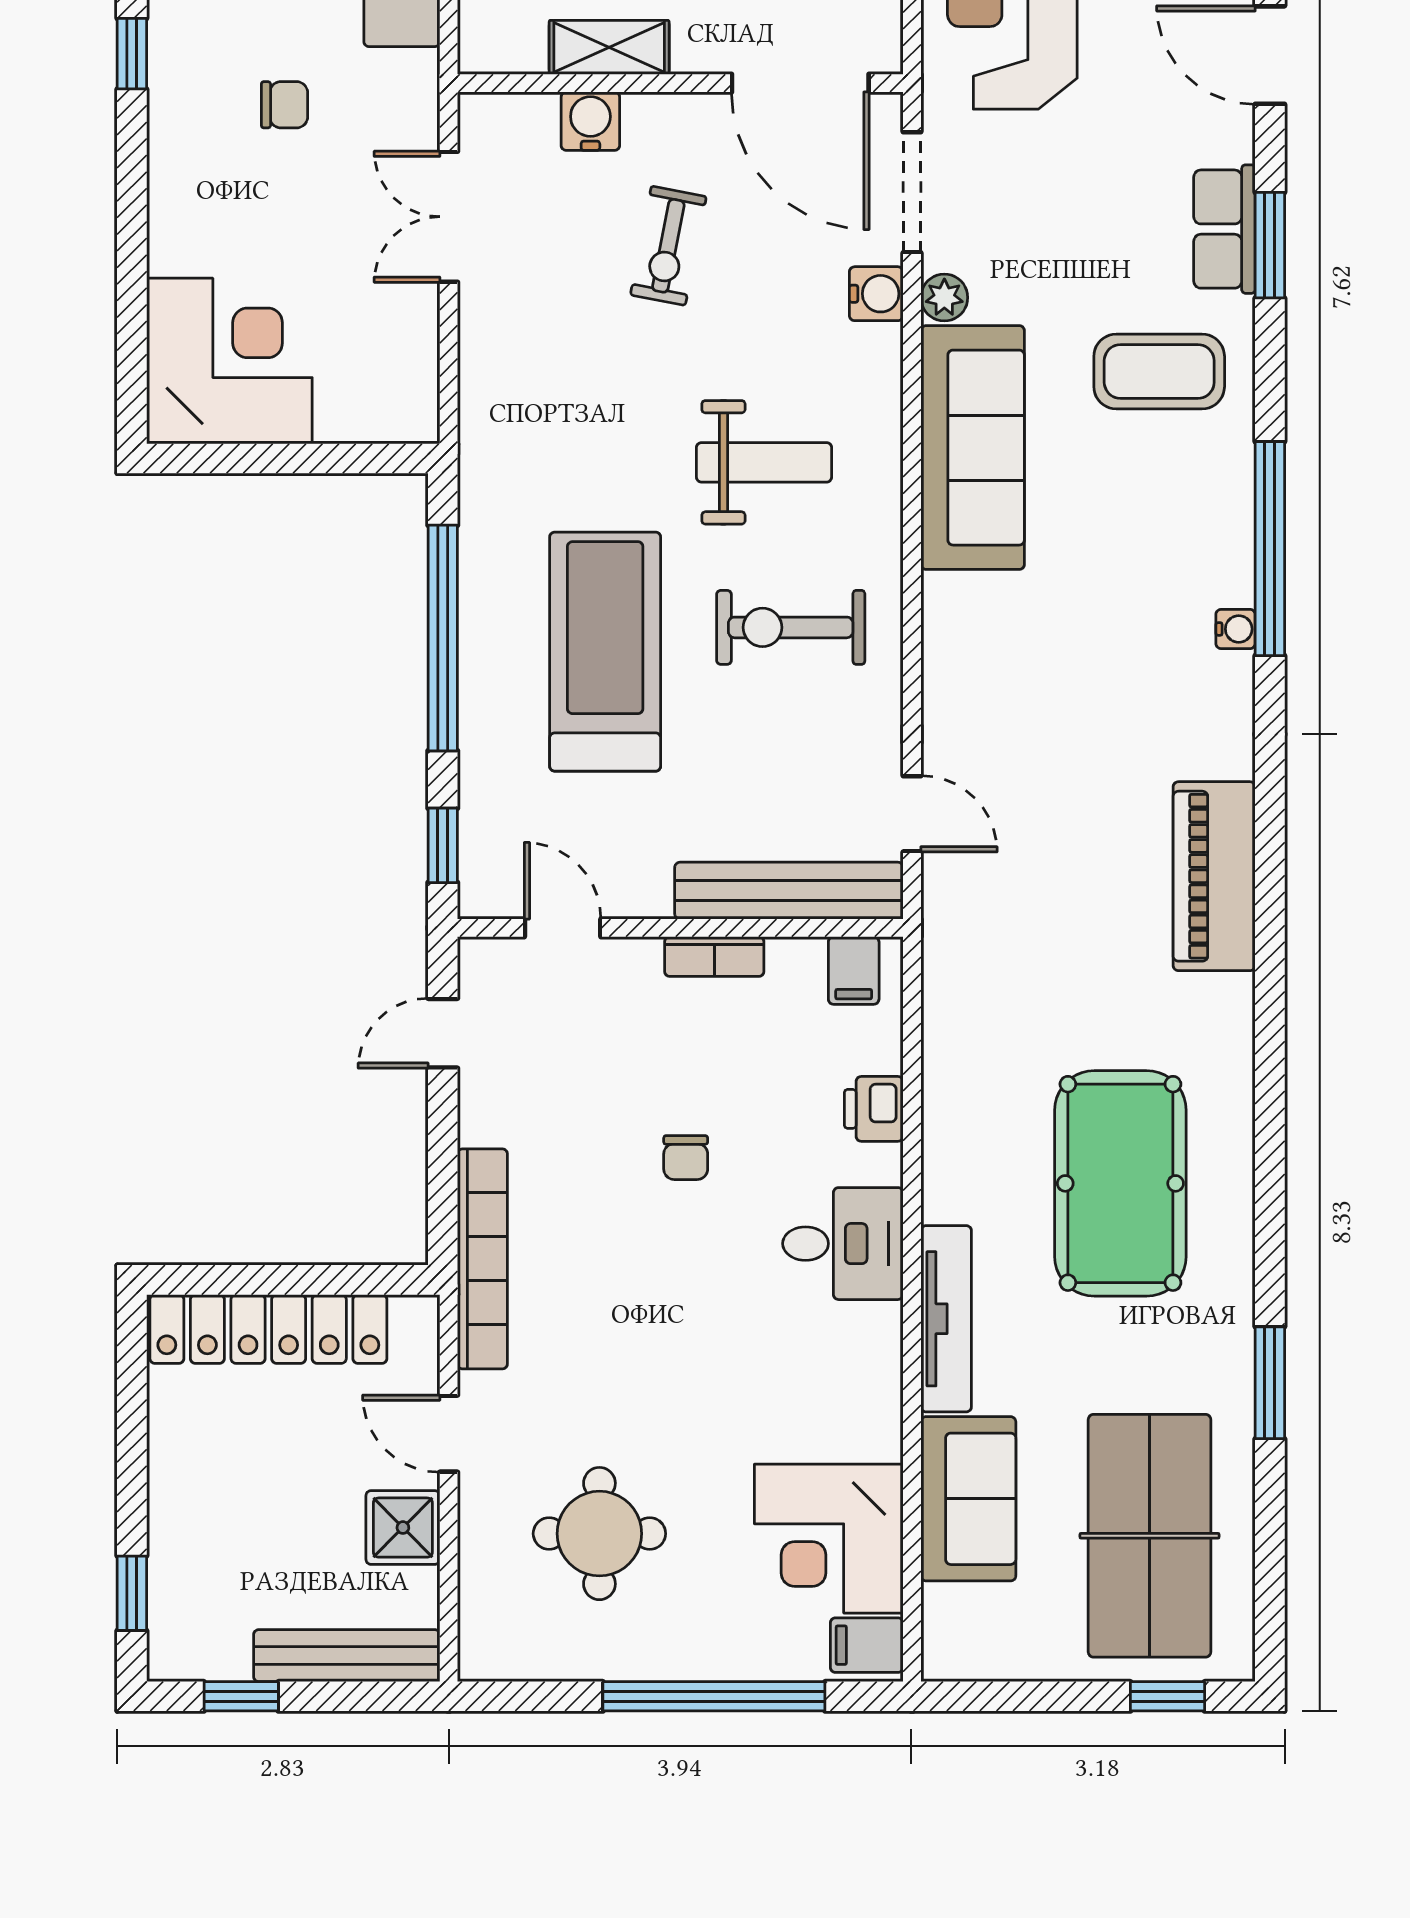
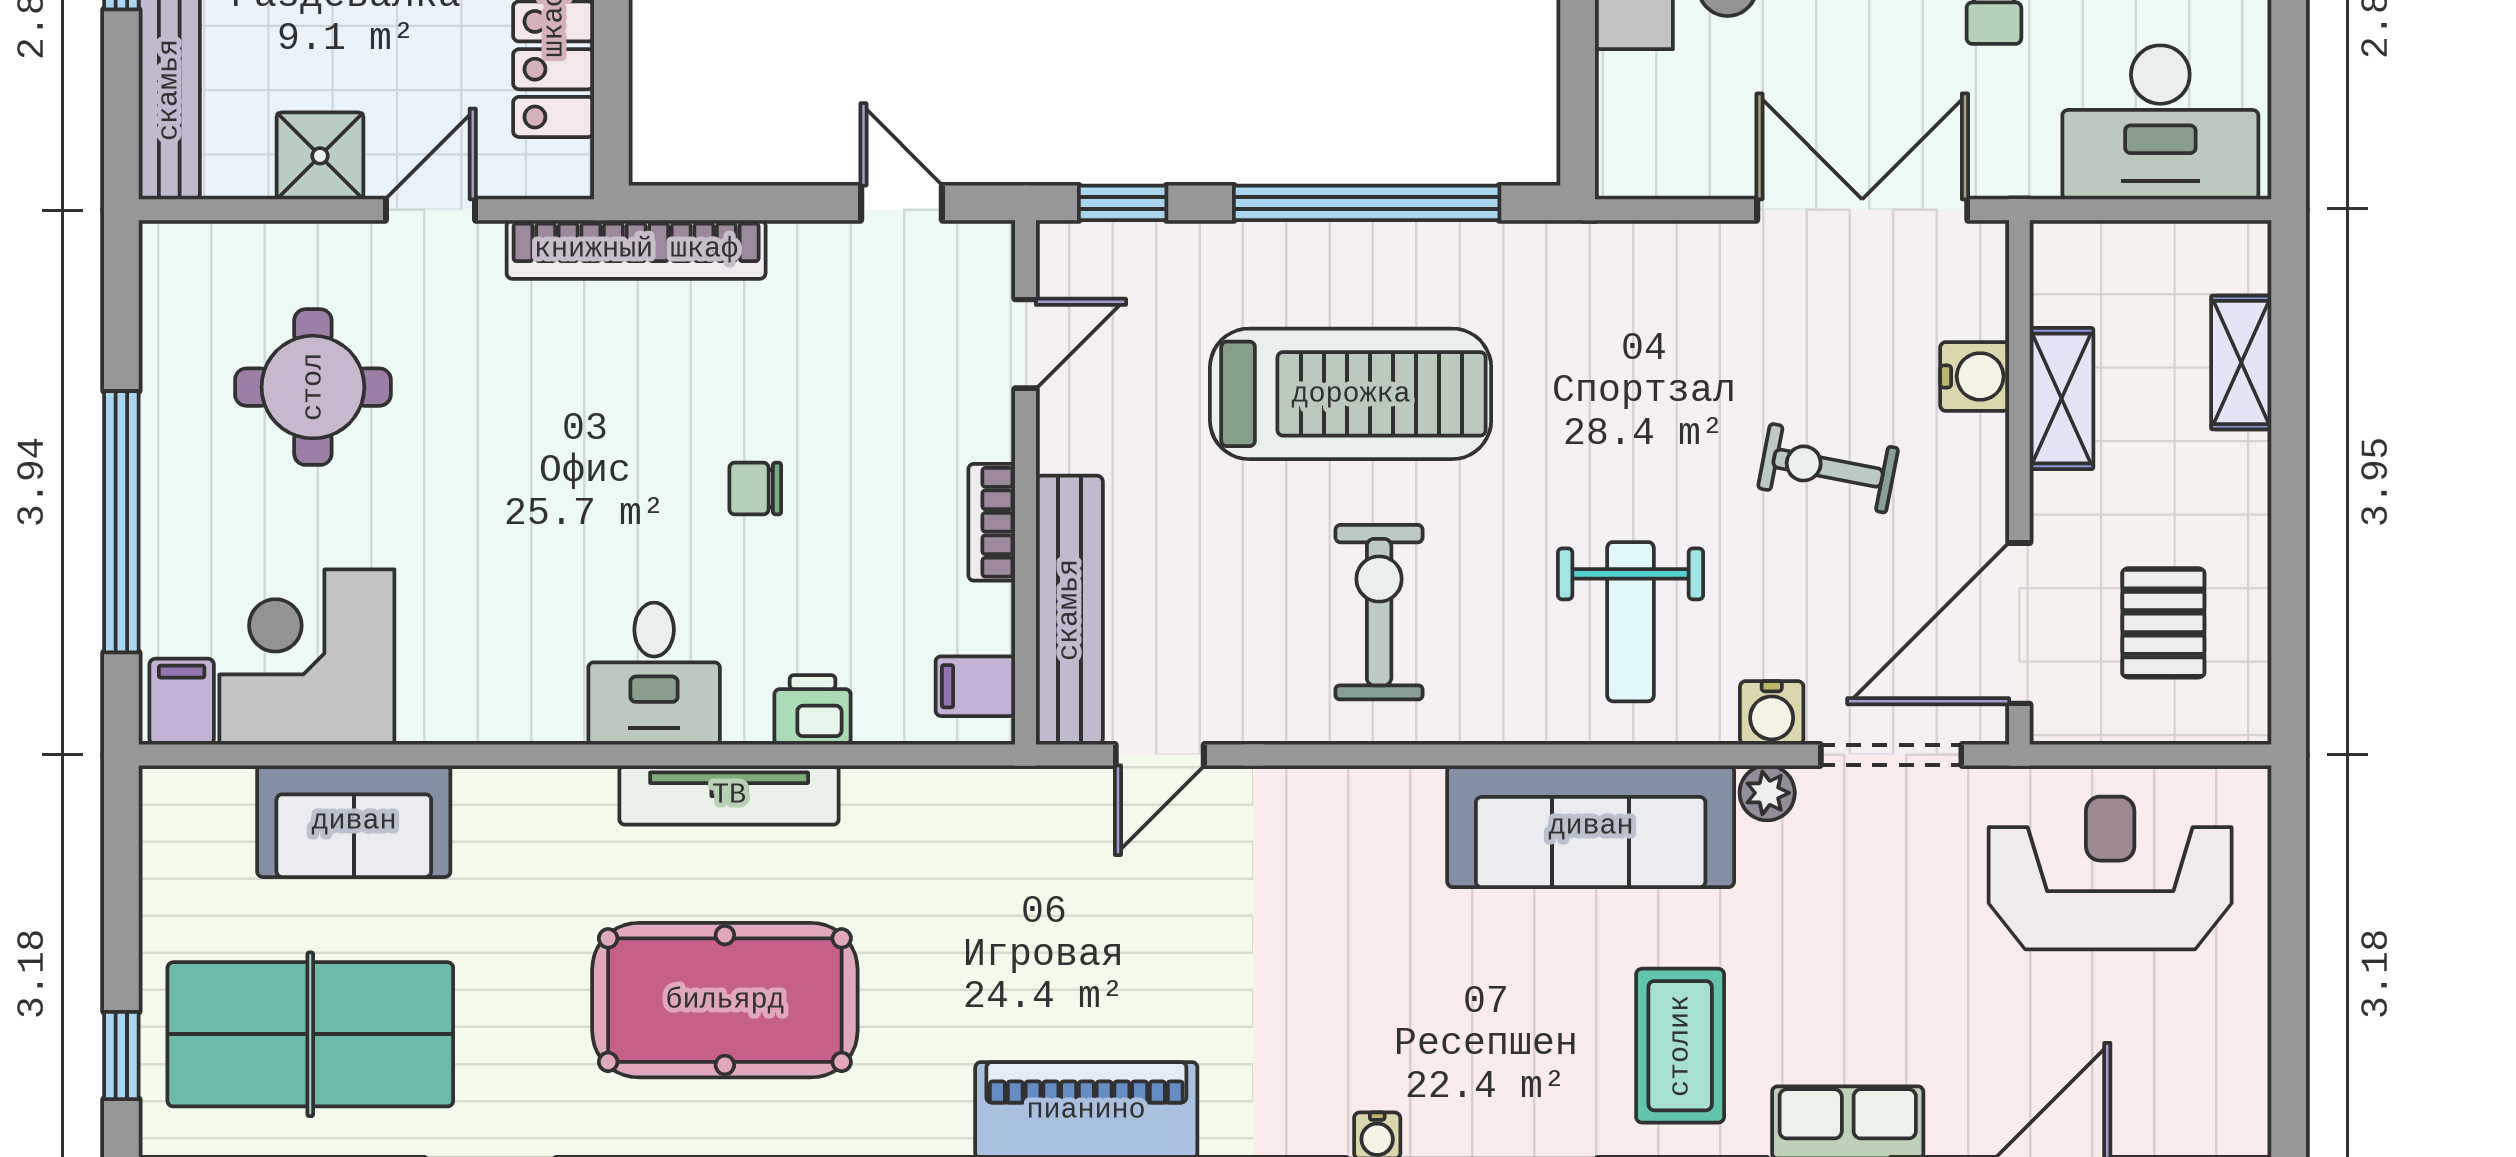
double door: (449, 217) -> (1862, 210), width x1.37
weight bench: (764, 462) -> (1630, 622), moved
tv unit: (946, 1319) -> (729, 795), moved

